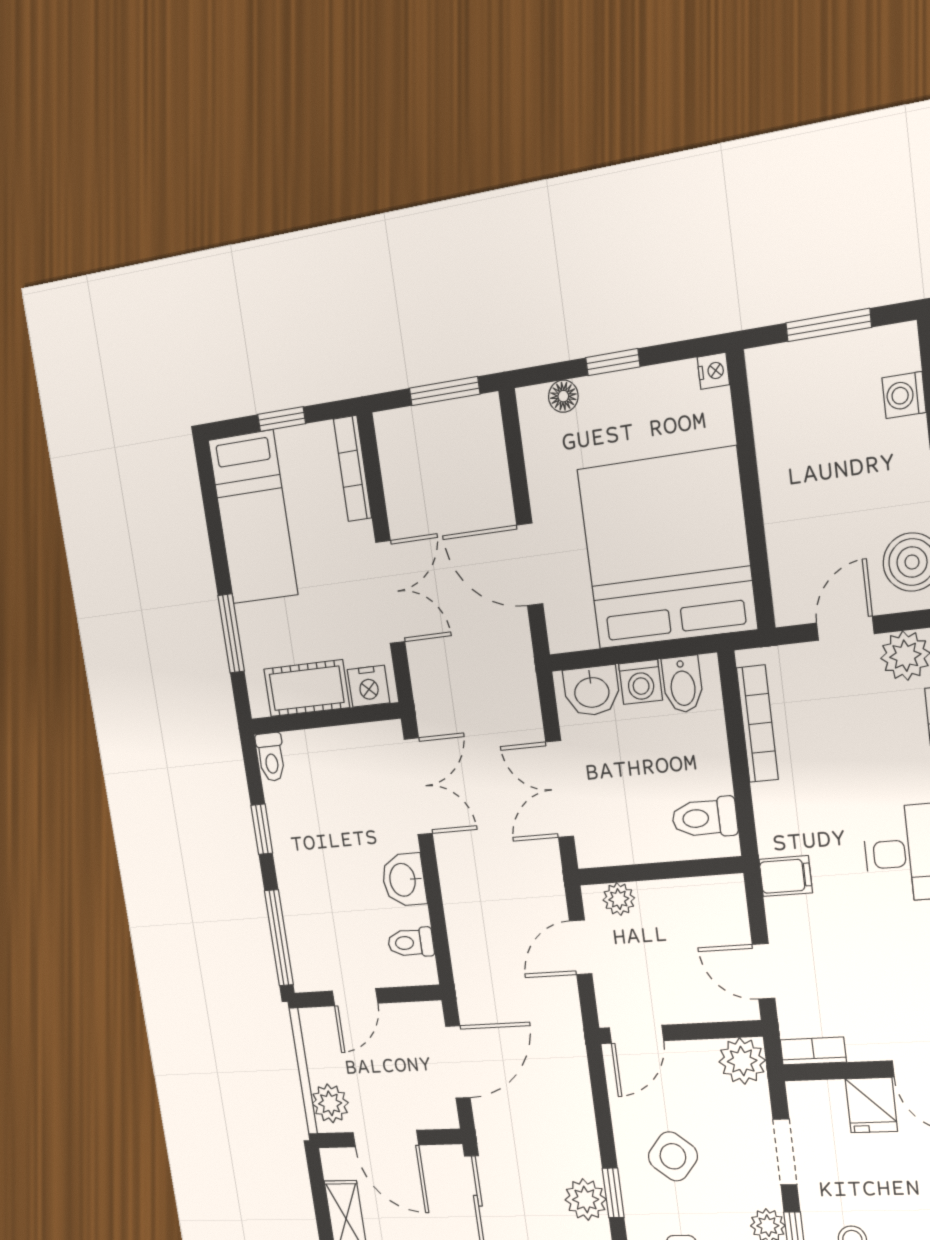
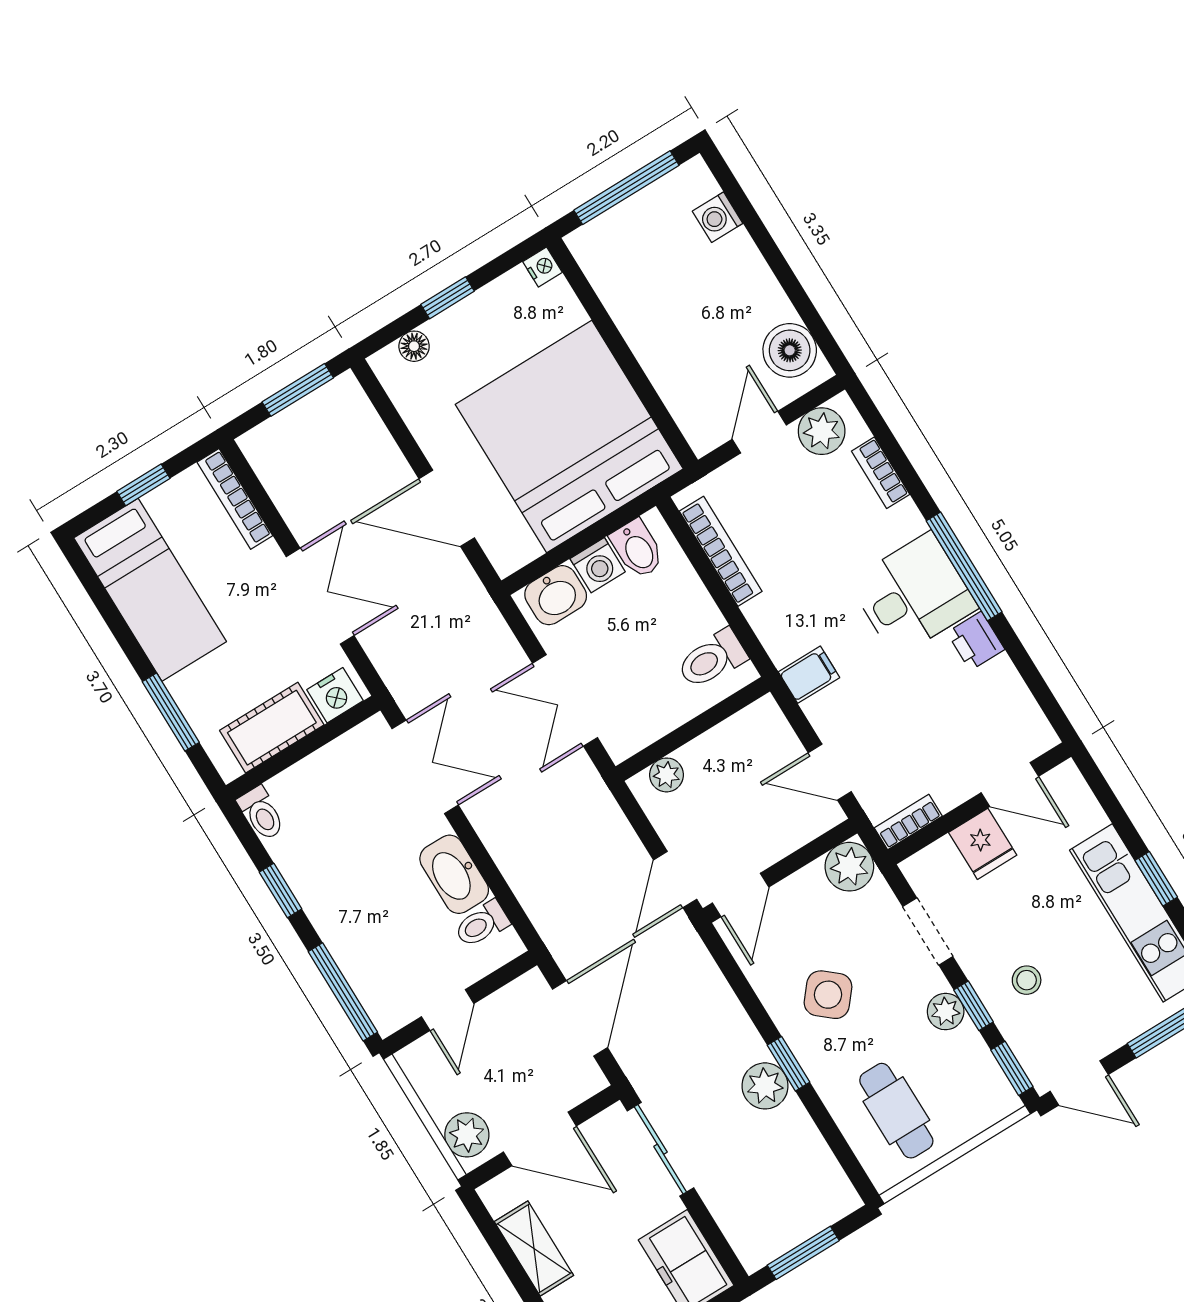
window: (829, 325) -> (626, 188), width x1.44
washbasin: (404, 880) -> (454, 874), width x1.38
door: (581, 947) -> (675, 880), moved

